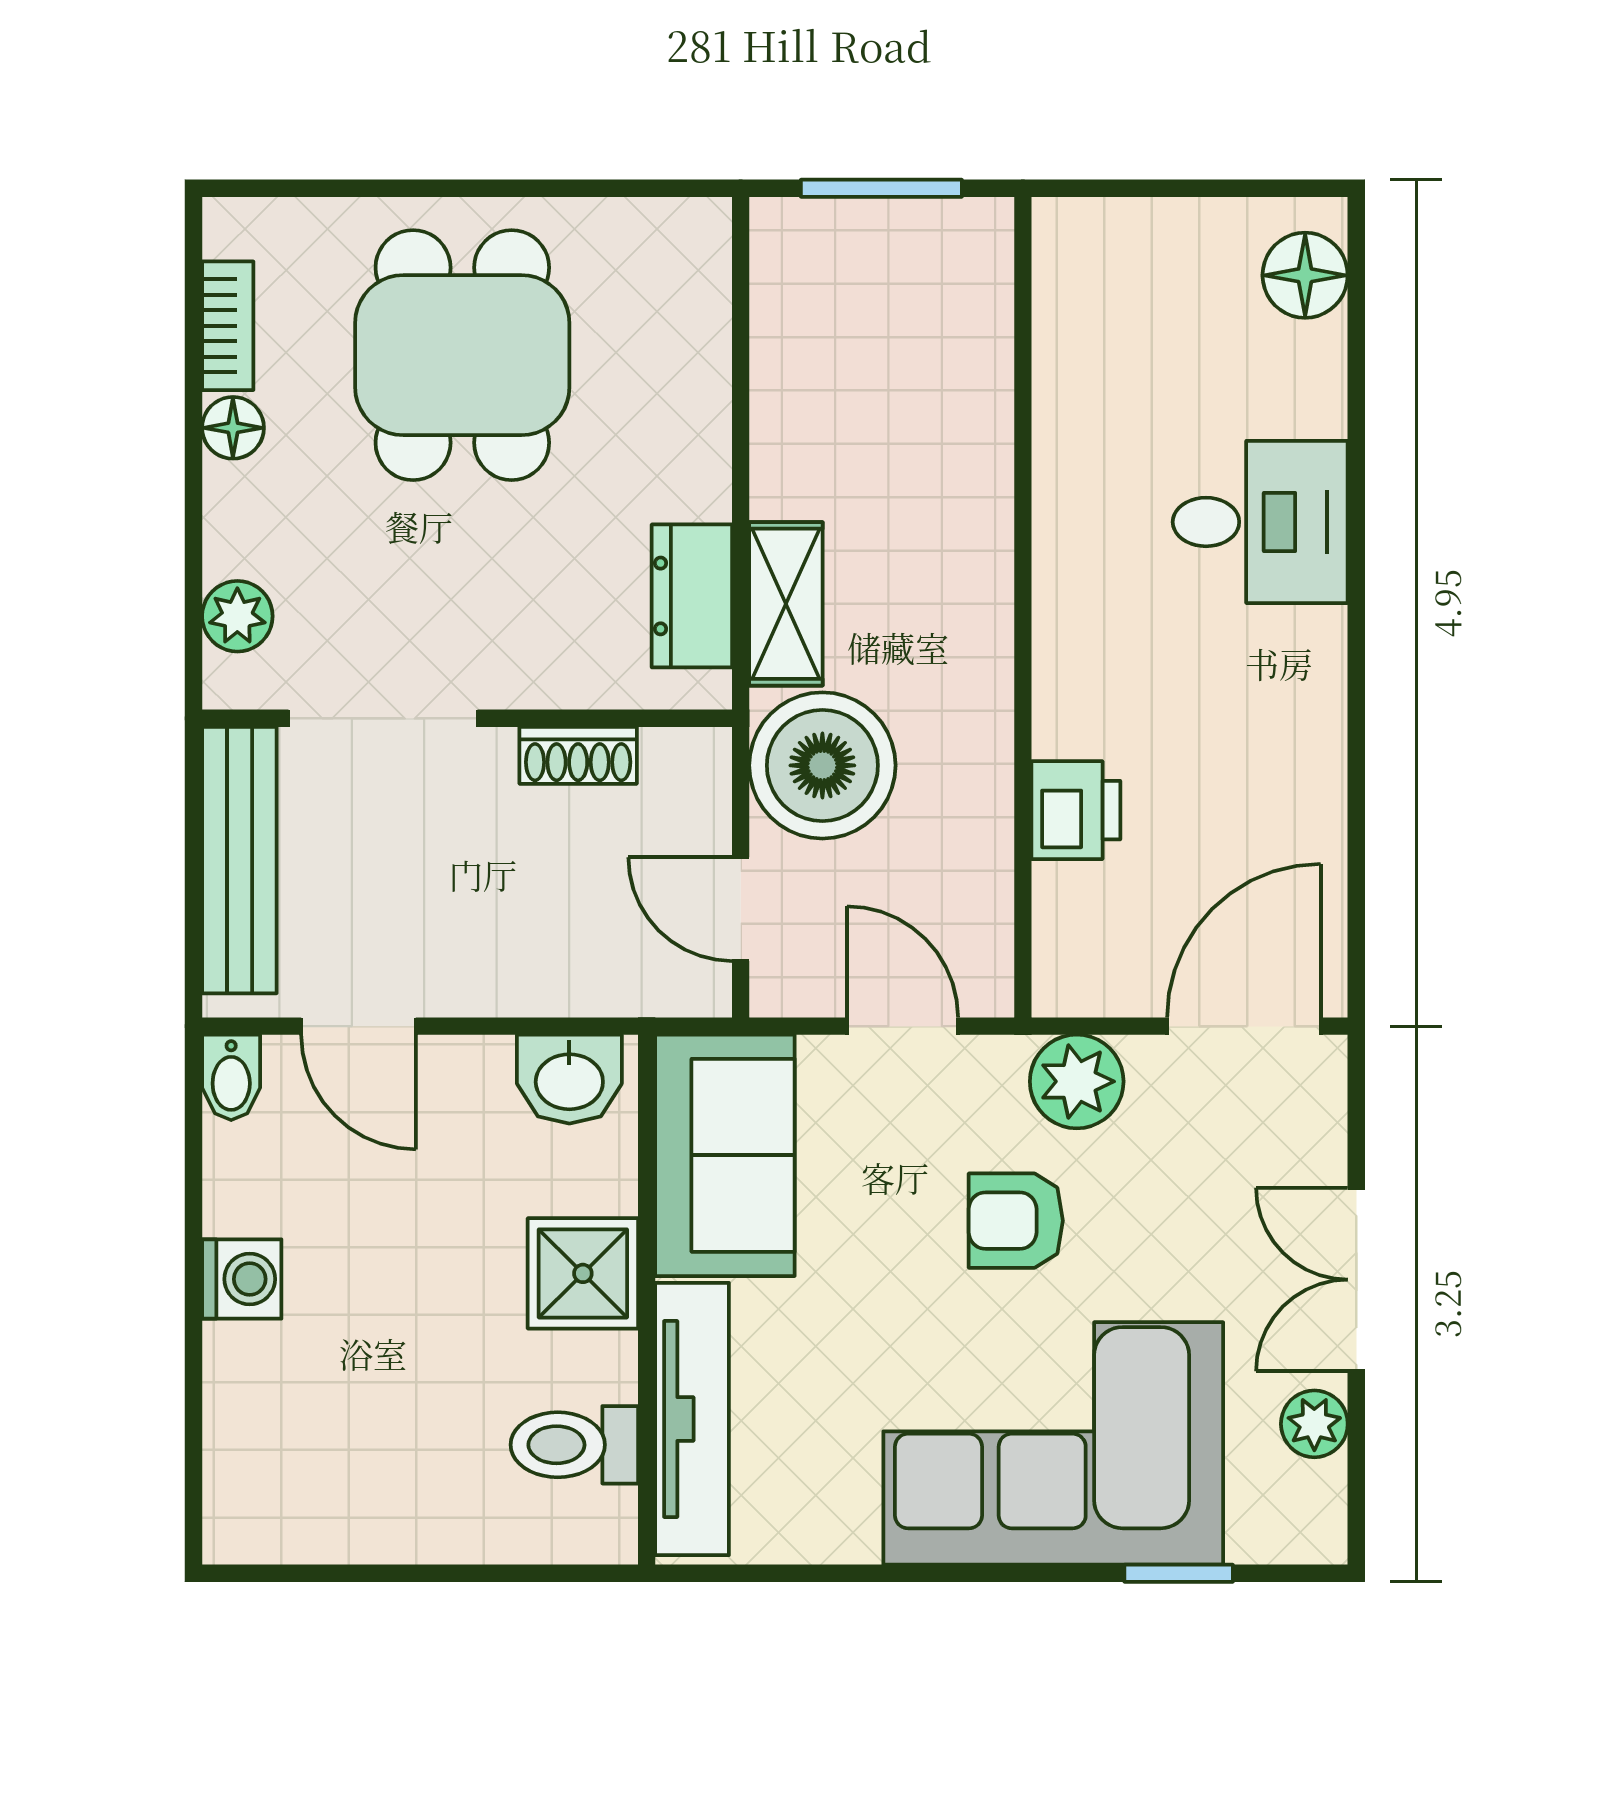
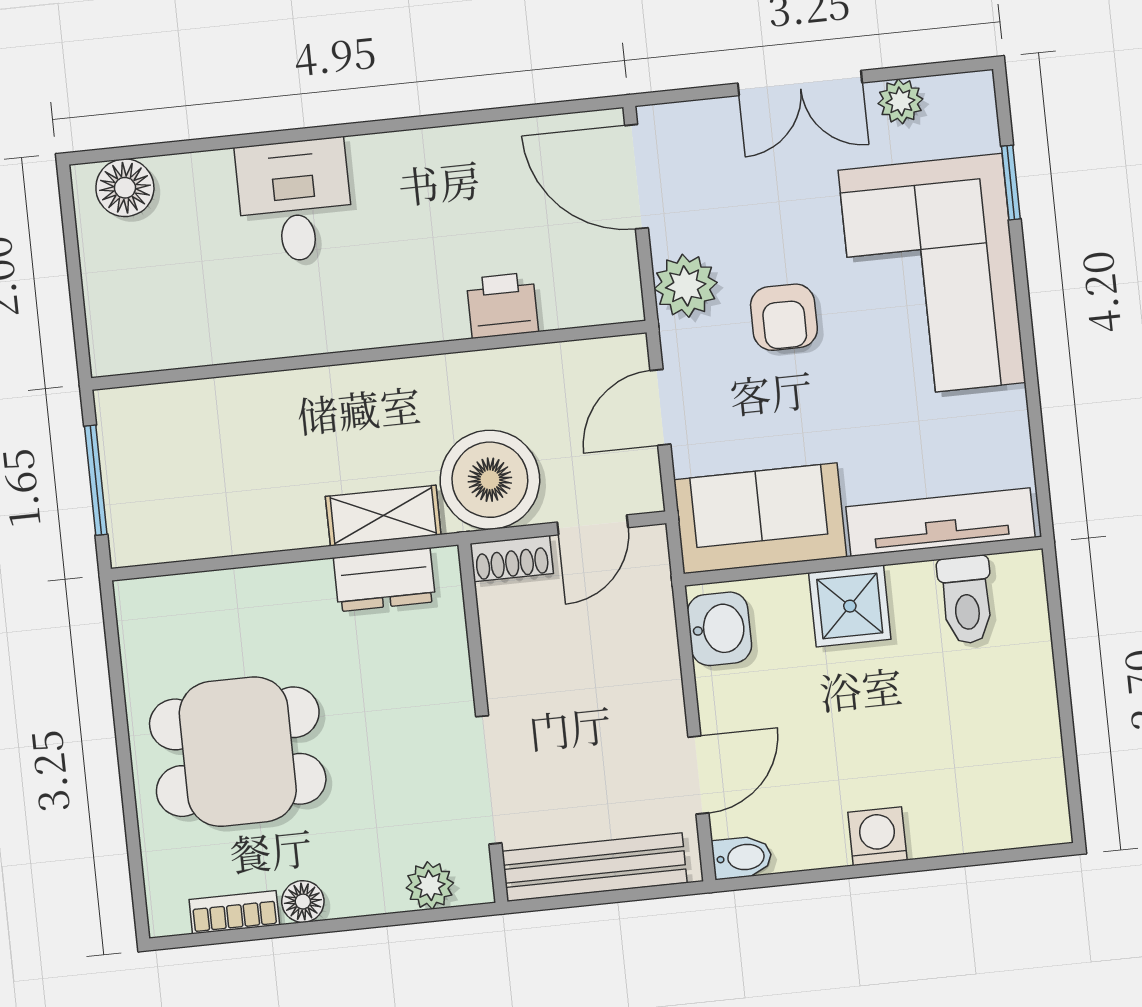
shoe rack: (578, 755) -> (512, 559), moved, turned 90

